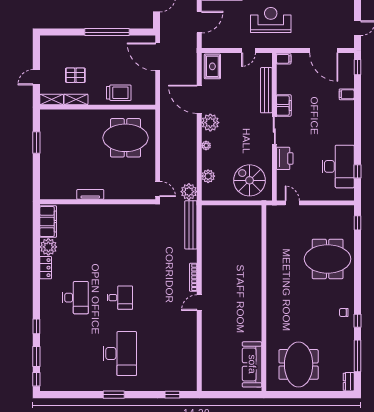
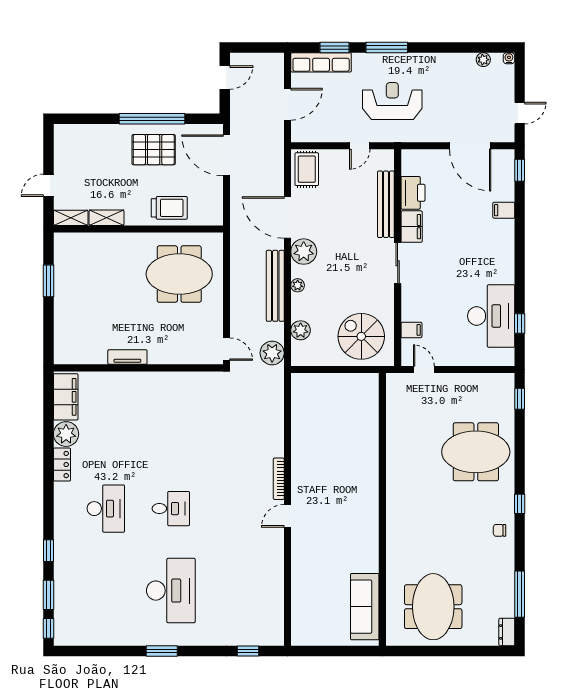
filing cabinet: (284, 59) -> (411, 330), moved
pallet: (75, 75) -> (154, 150), moved, width x1.50, depth x1.42
printer: (285, 158) -> (413, 193), moved
bench: (191, 225) -> (275, 286), moved
window: (357, 321) -> (520, 504), moved

